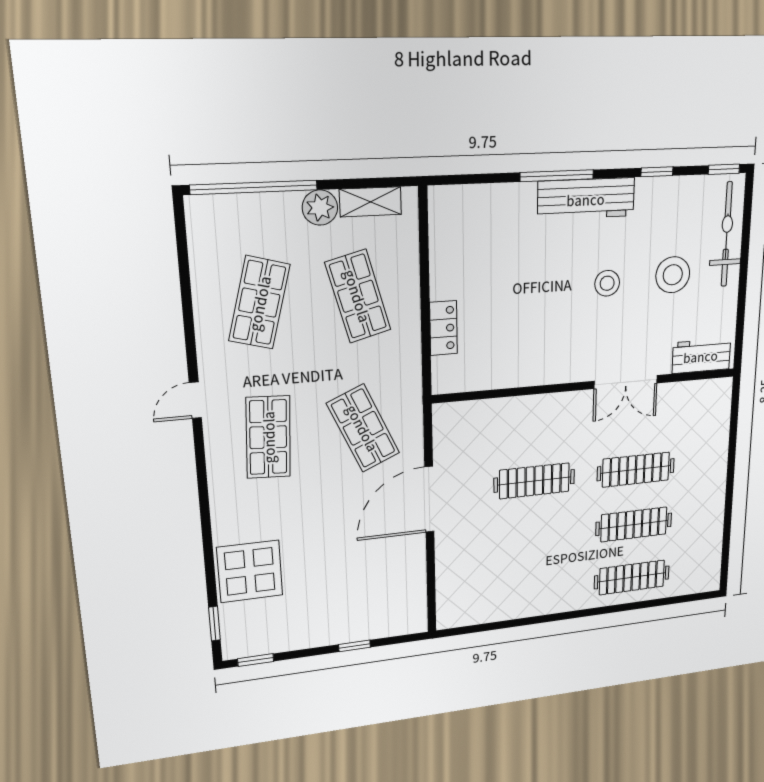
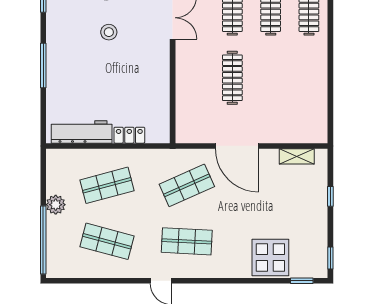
workbench: (586, 199) -> (82, 132), moved, turned -90
shelving: (370, 202) -> (297, 156), moved, turned 90

